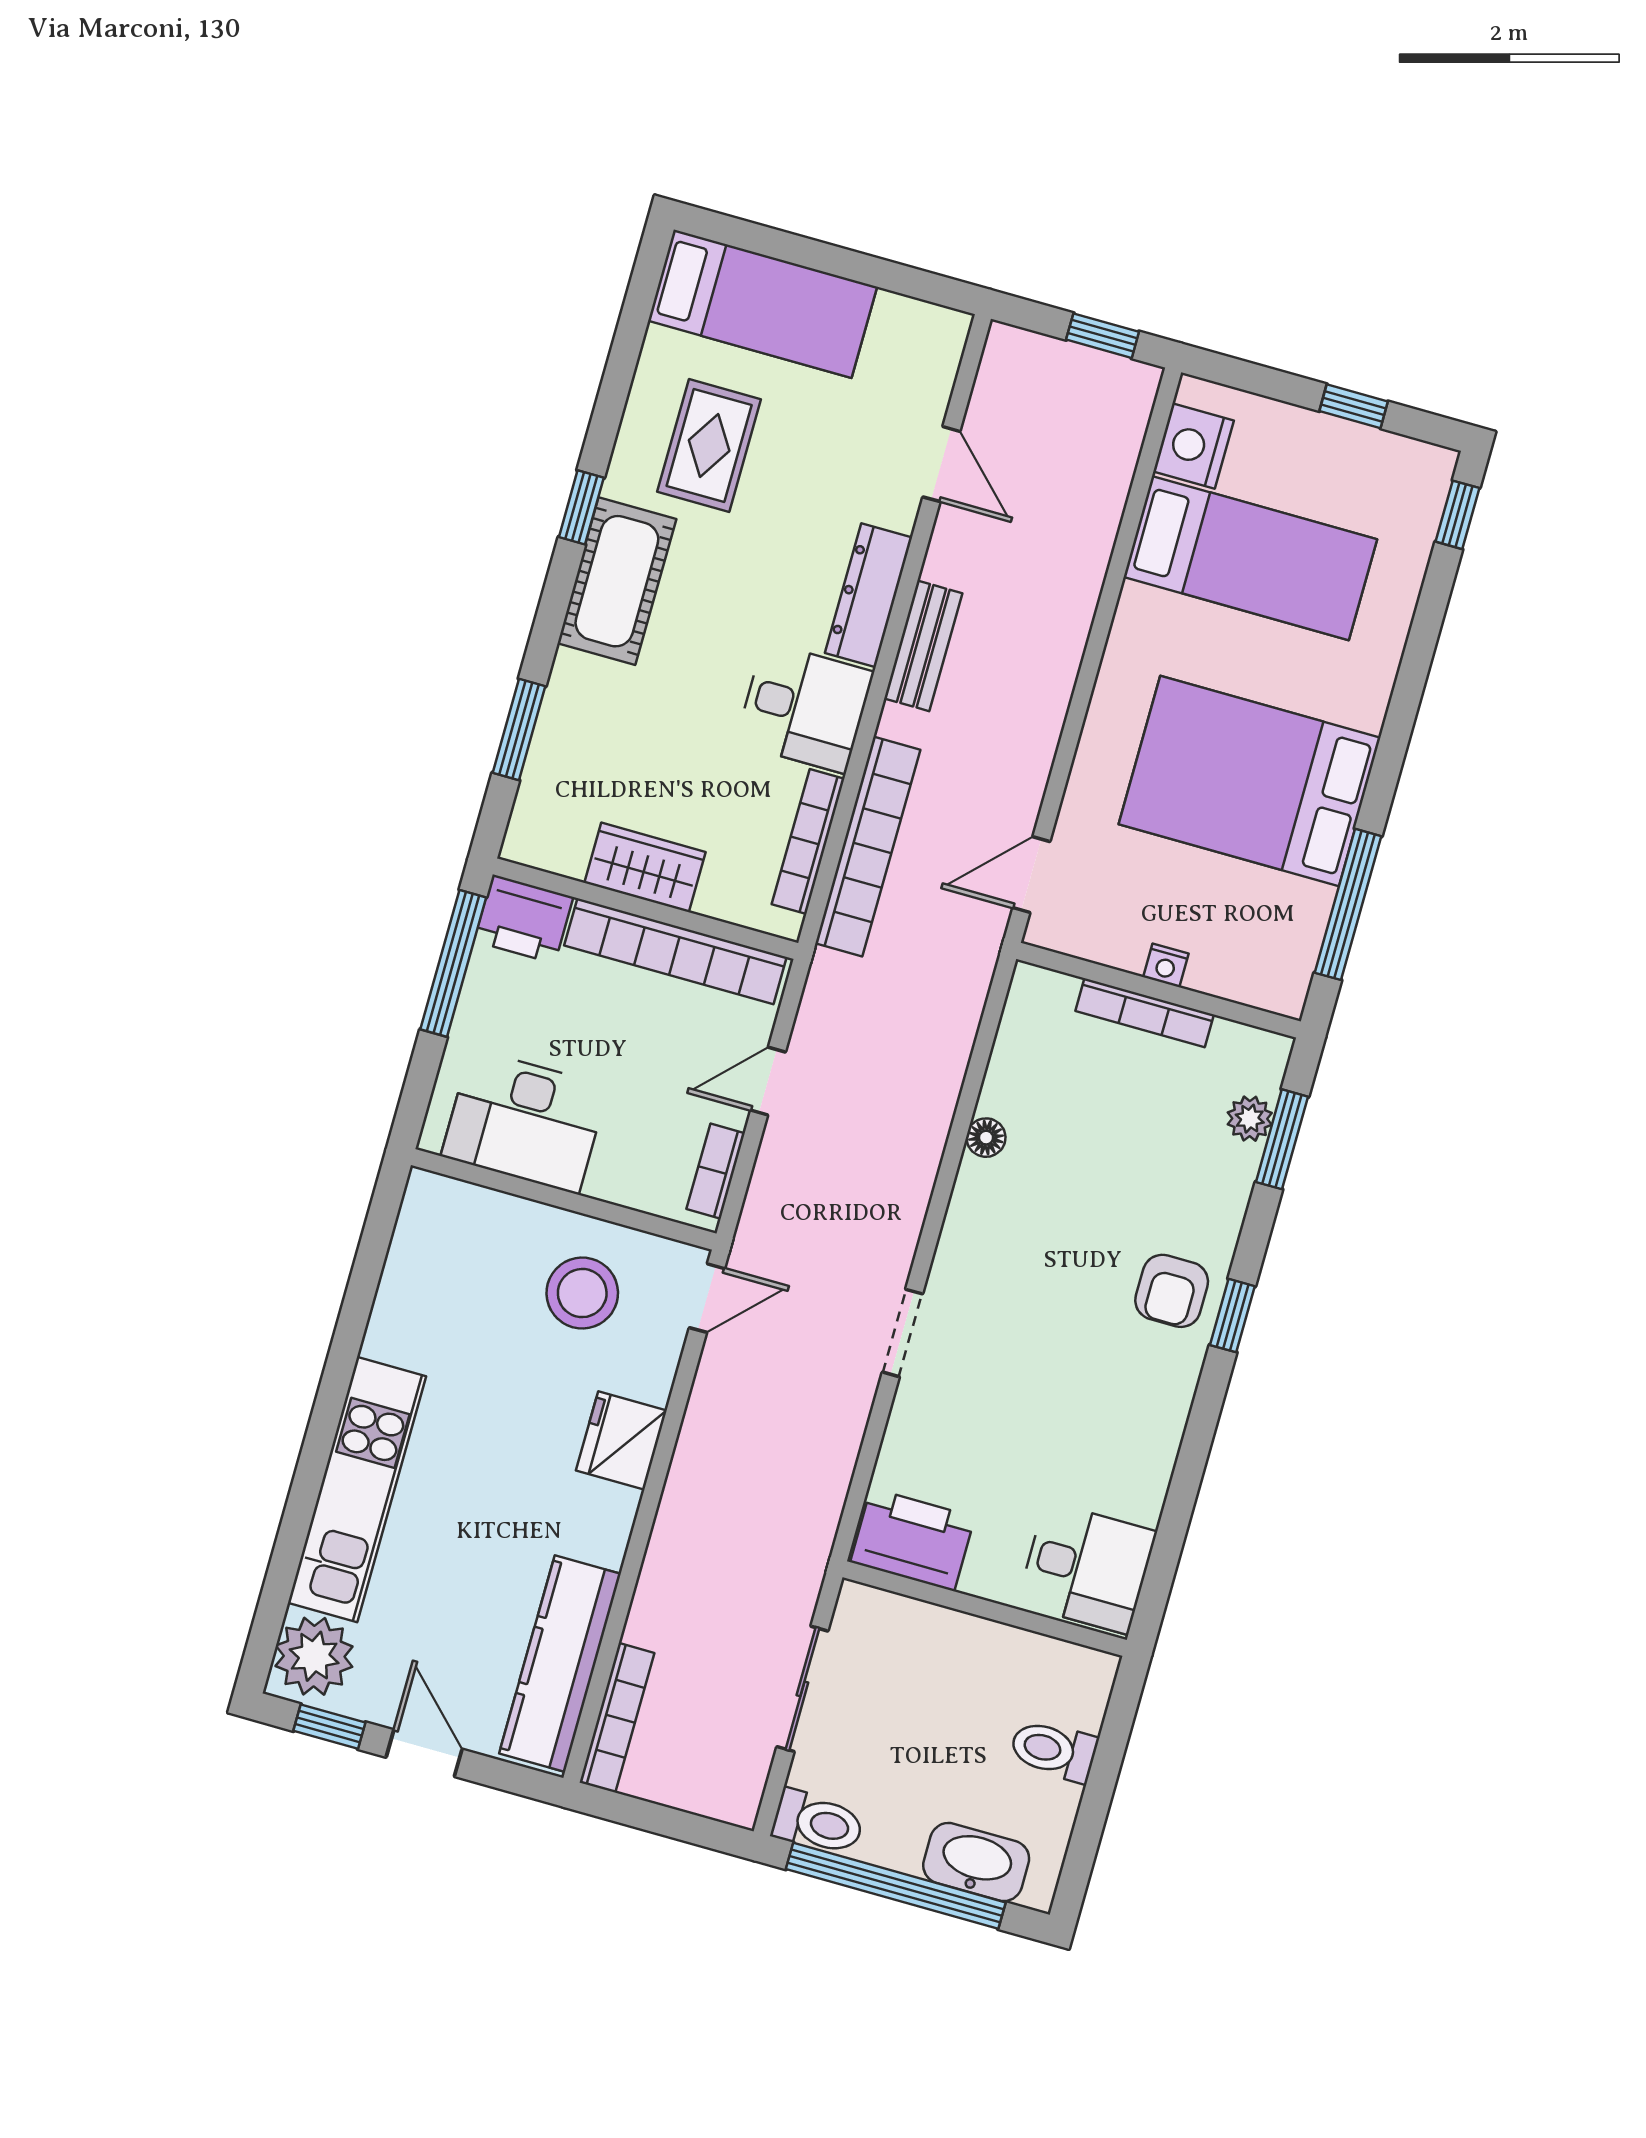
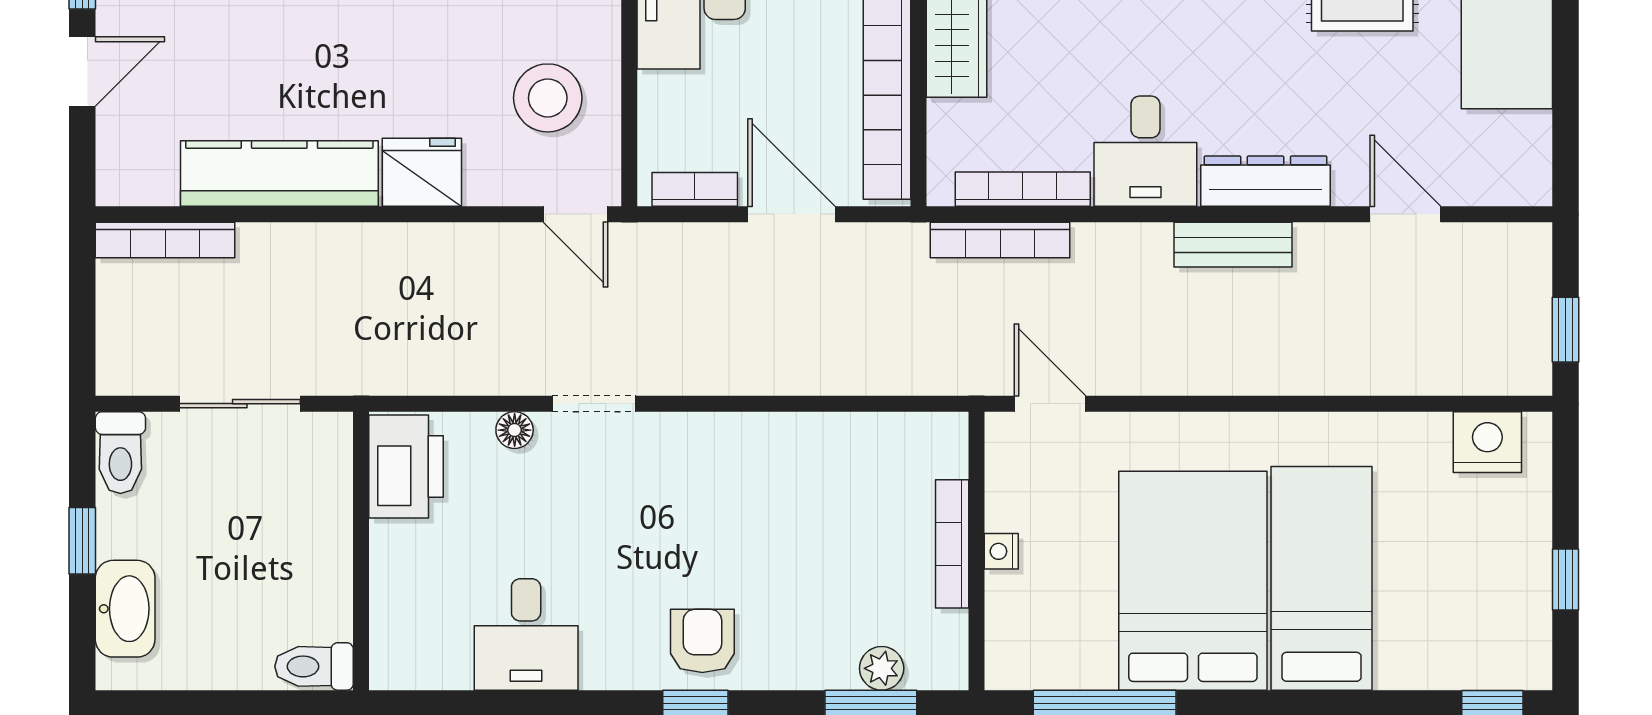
door: (941, 464) -> (1405, 214), swing flipped
bed: (1250, 558) -> (1322, 578), moved, turned 180
bookcase: (868, 847) -> (1000, 240), width x0.68, depth x0.76
door: (768, 1081) -> (791, 214), width x1.38
floor lamp: (986, 1138) -> (515, 430), moved
armchair: (1172, 1291) -> (702, 641), turned 90
desk: (1087, 1568) -> (526, 634), moved
kitchen counter: (560, 1664) -> (279, 174), moved
toilet: (1053, 1750) -> (314, 666), moved, turned -90
window: (896, 1886) -> (82, 541), width x0.32

